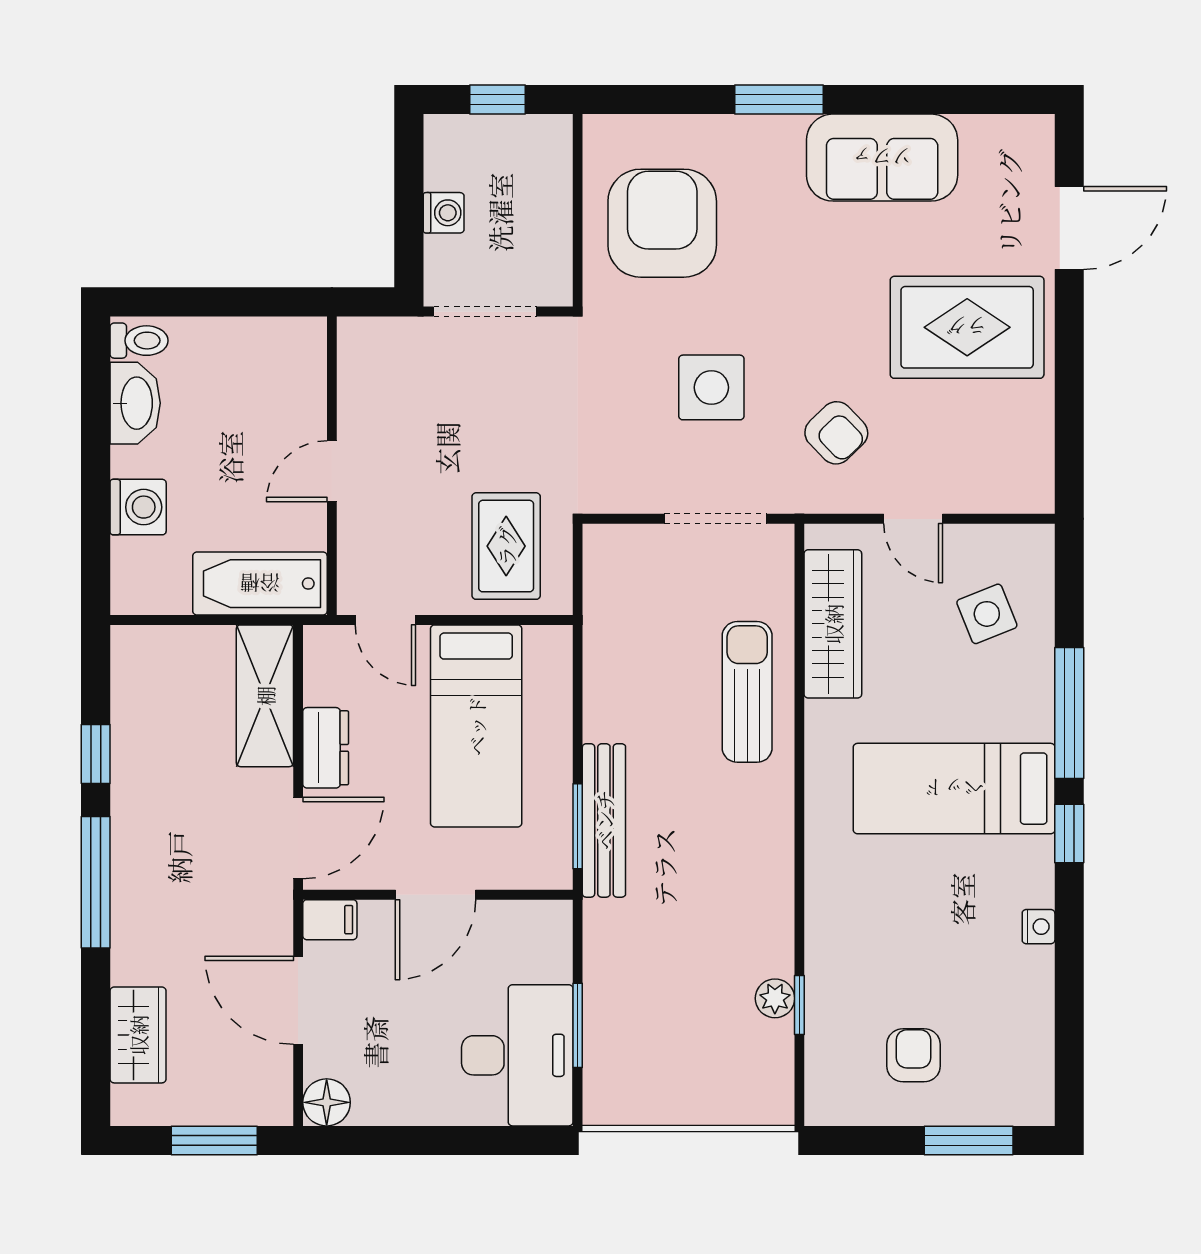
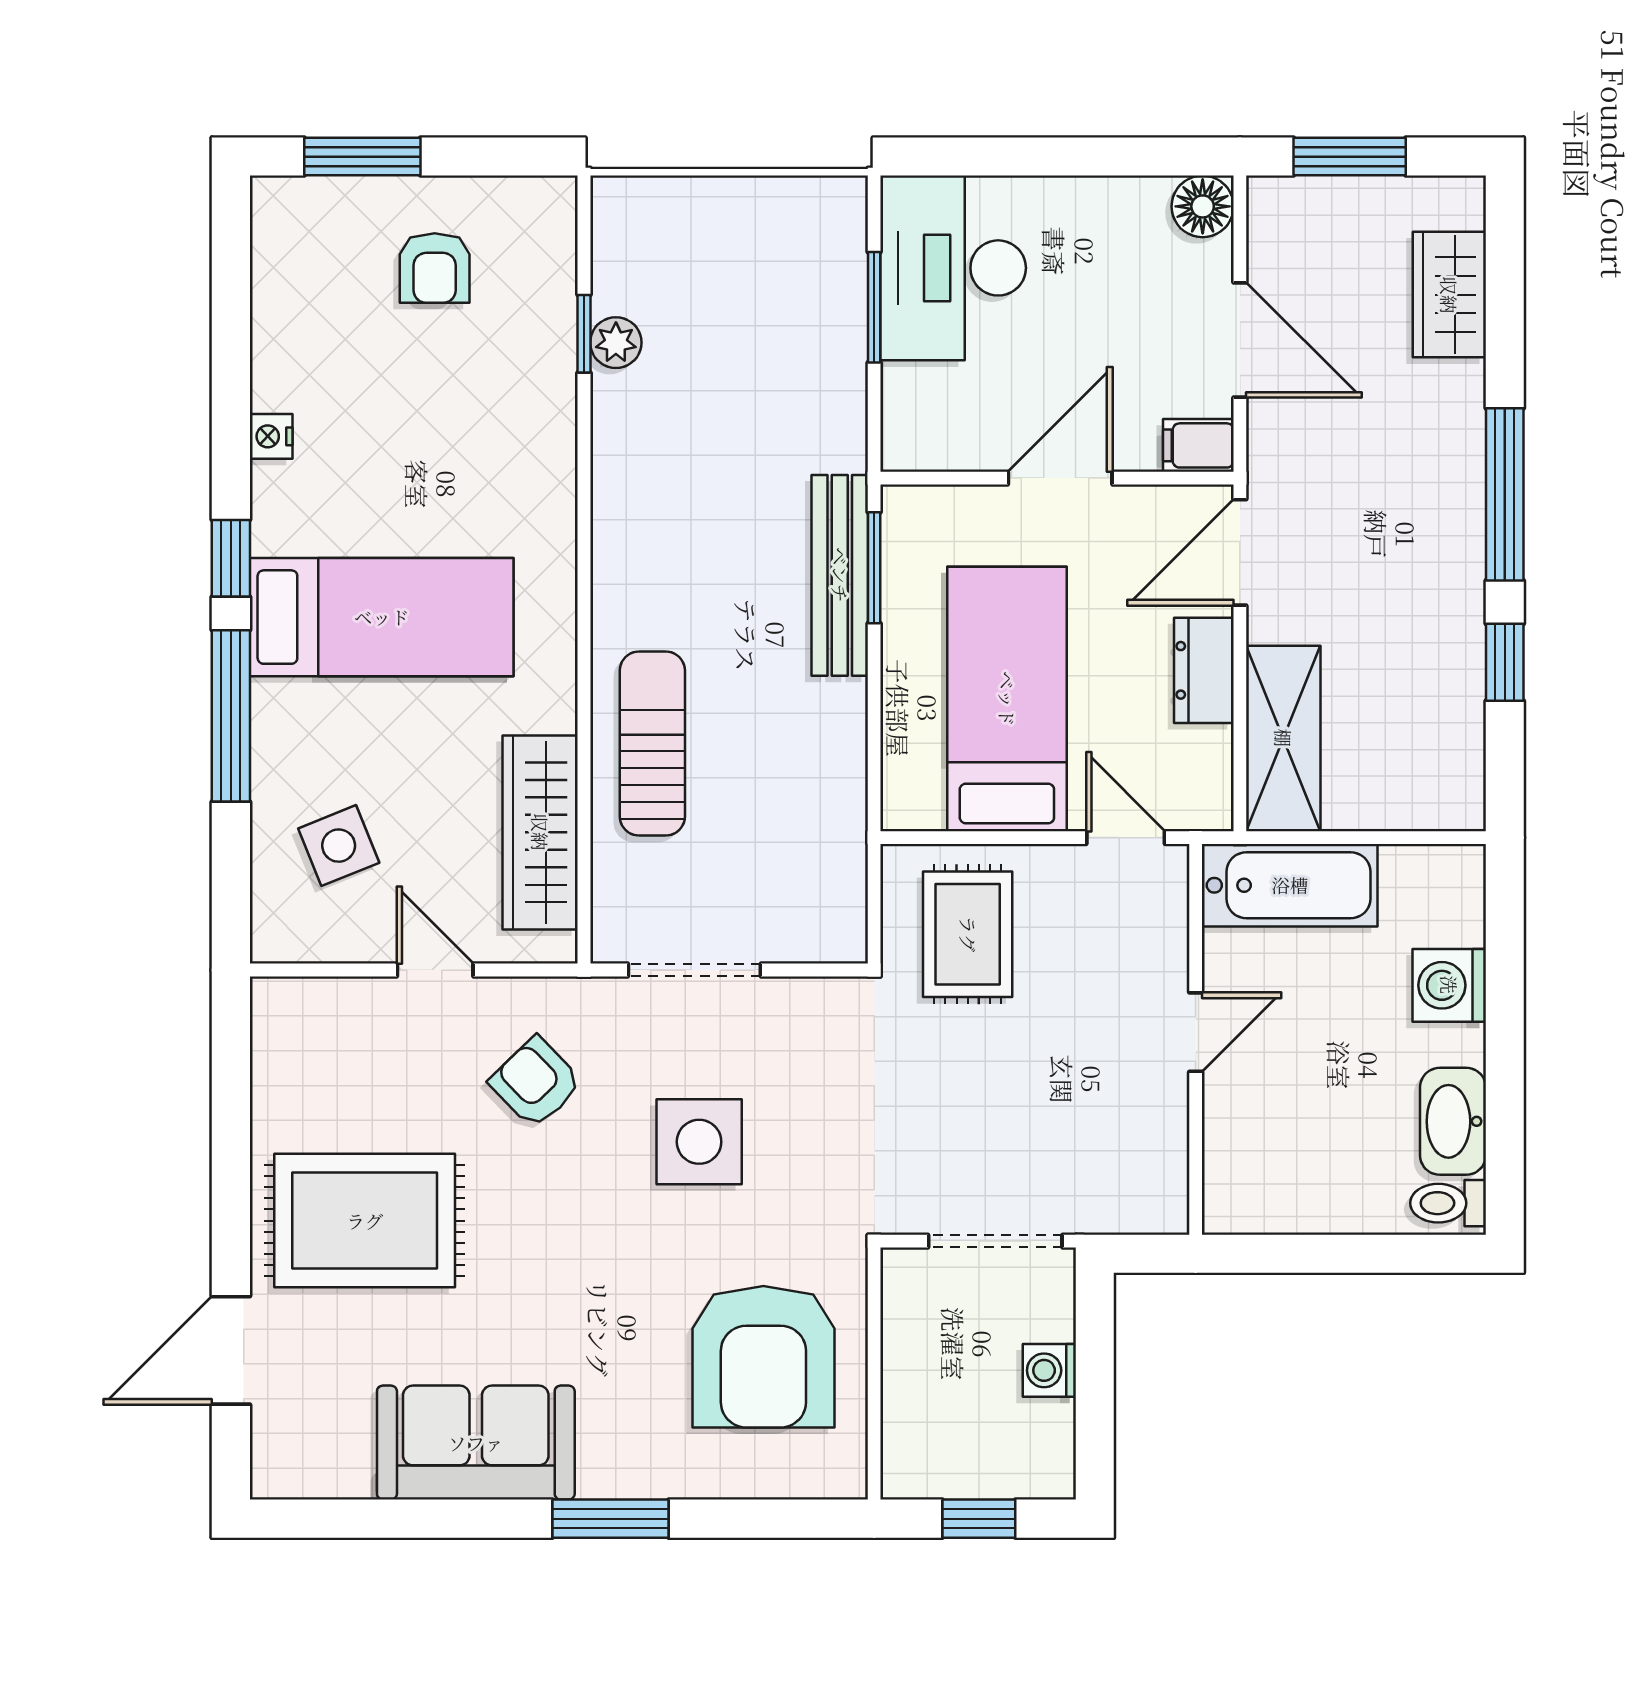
sun lounger: (747, 692) -> (652, 744), turned 180

